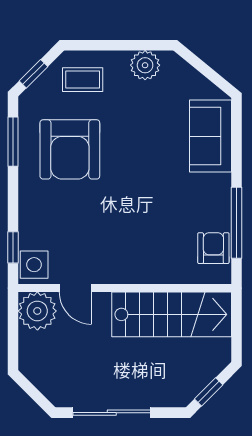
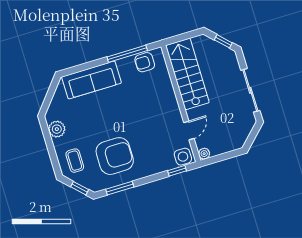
sofa: (211, 136) -> (91, 80), width x1.36
plant: (37, 311) -> (204, 154), width x0.53, depth x0.53

